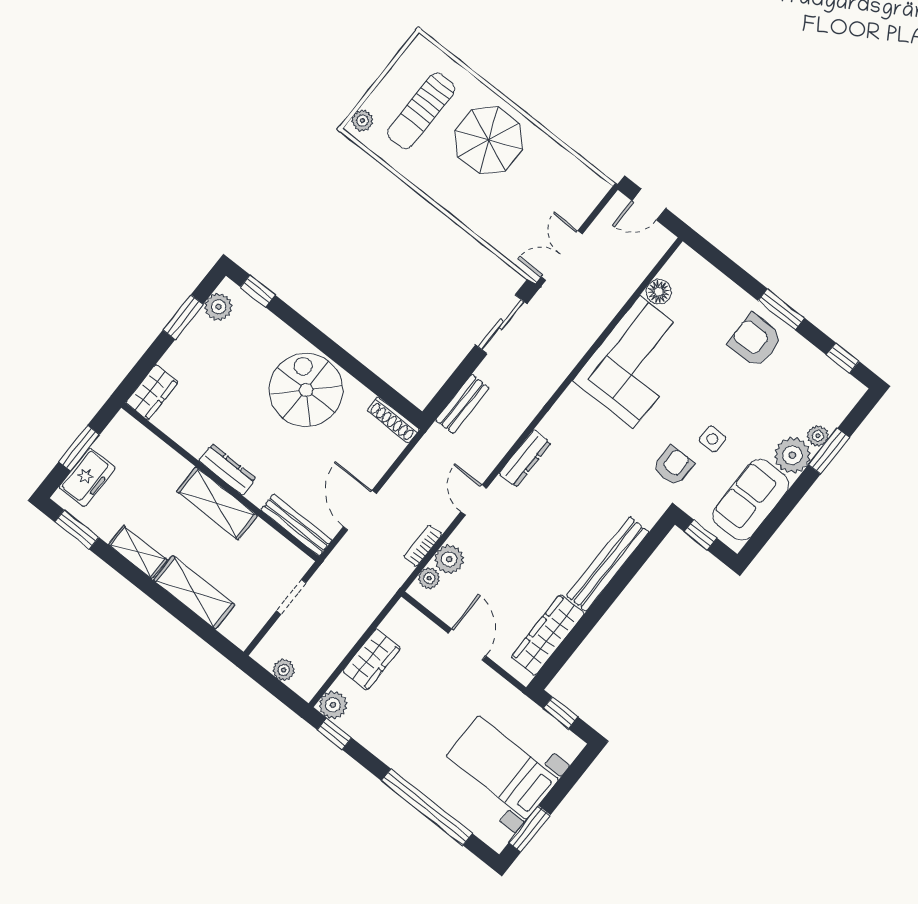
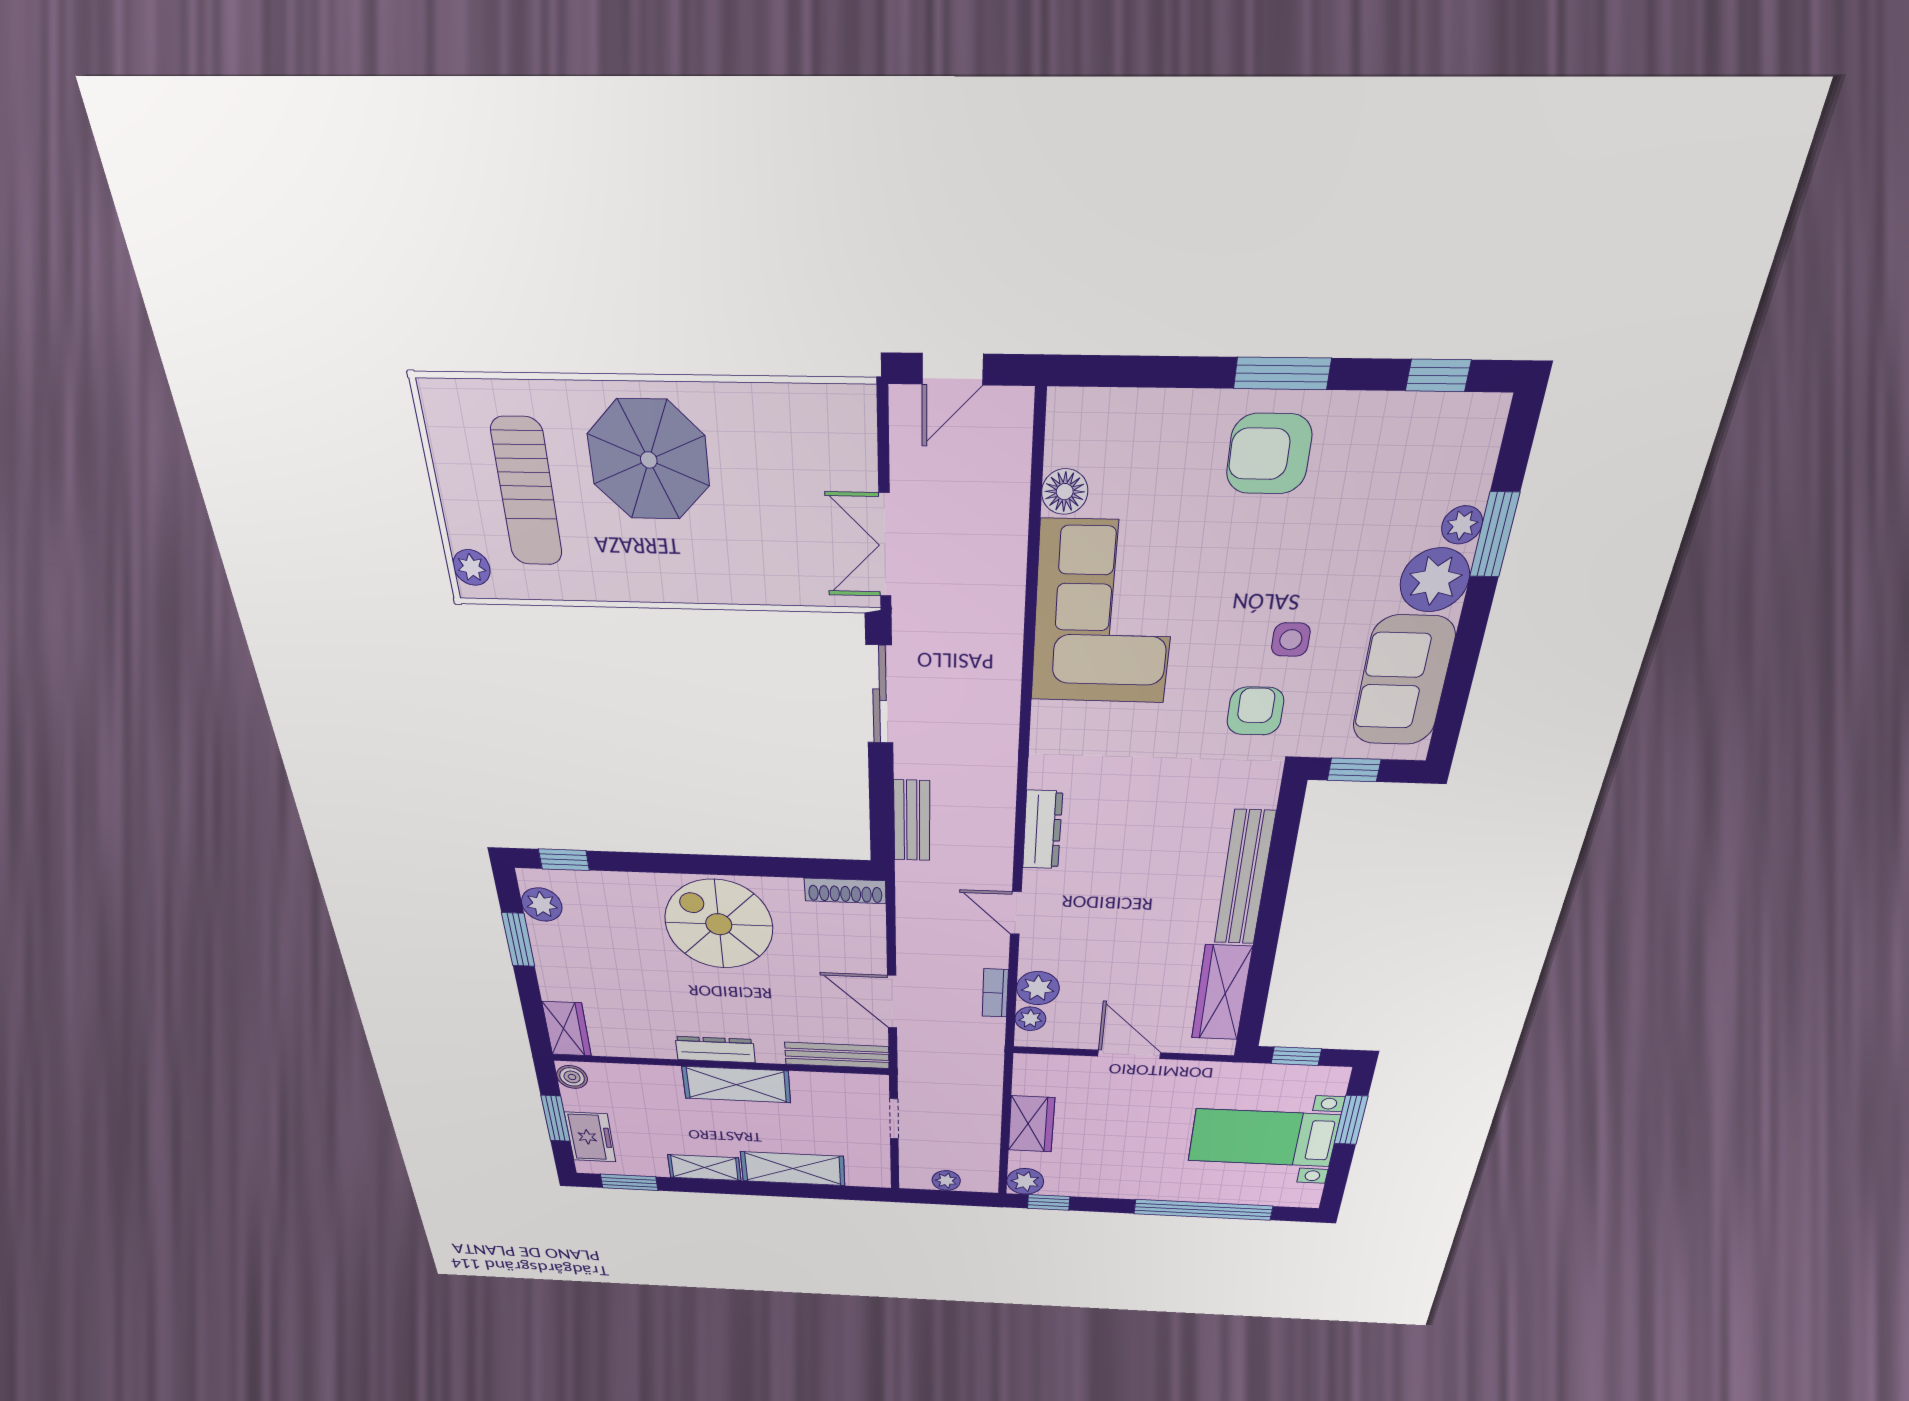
boiler: (121, 427) -> (572, 1077), added
window: (530, 829) -> (1351, 1120), moved

